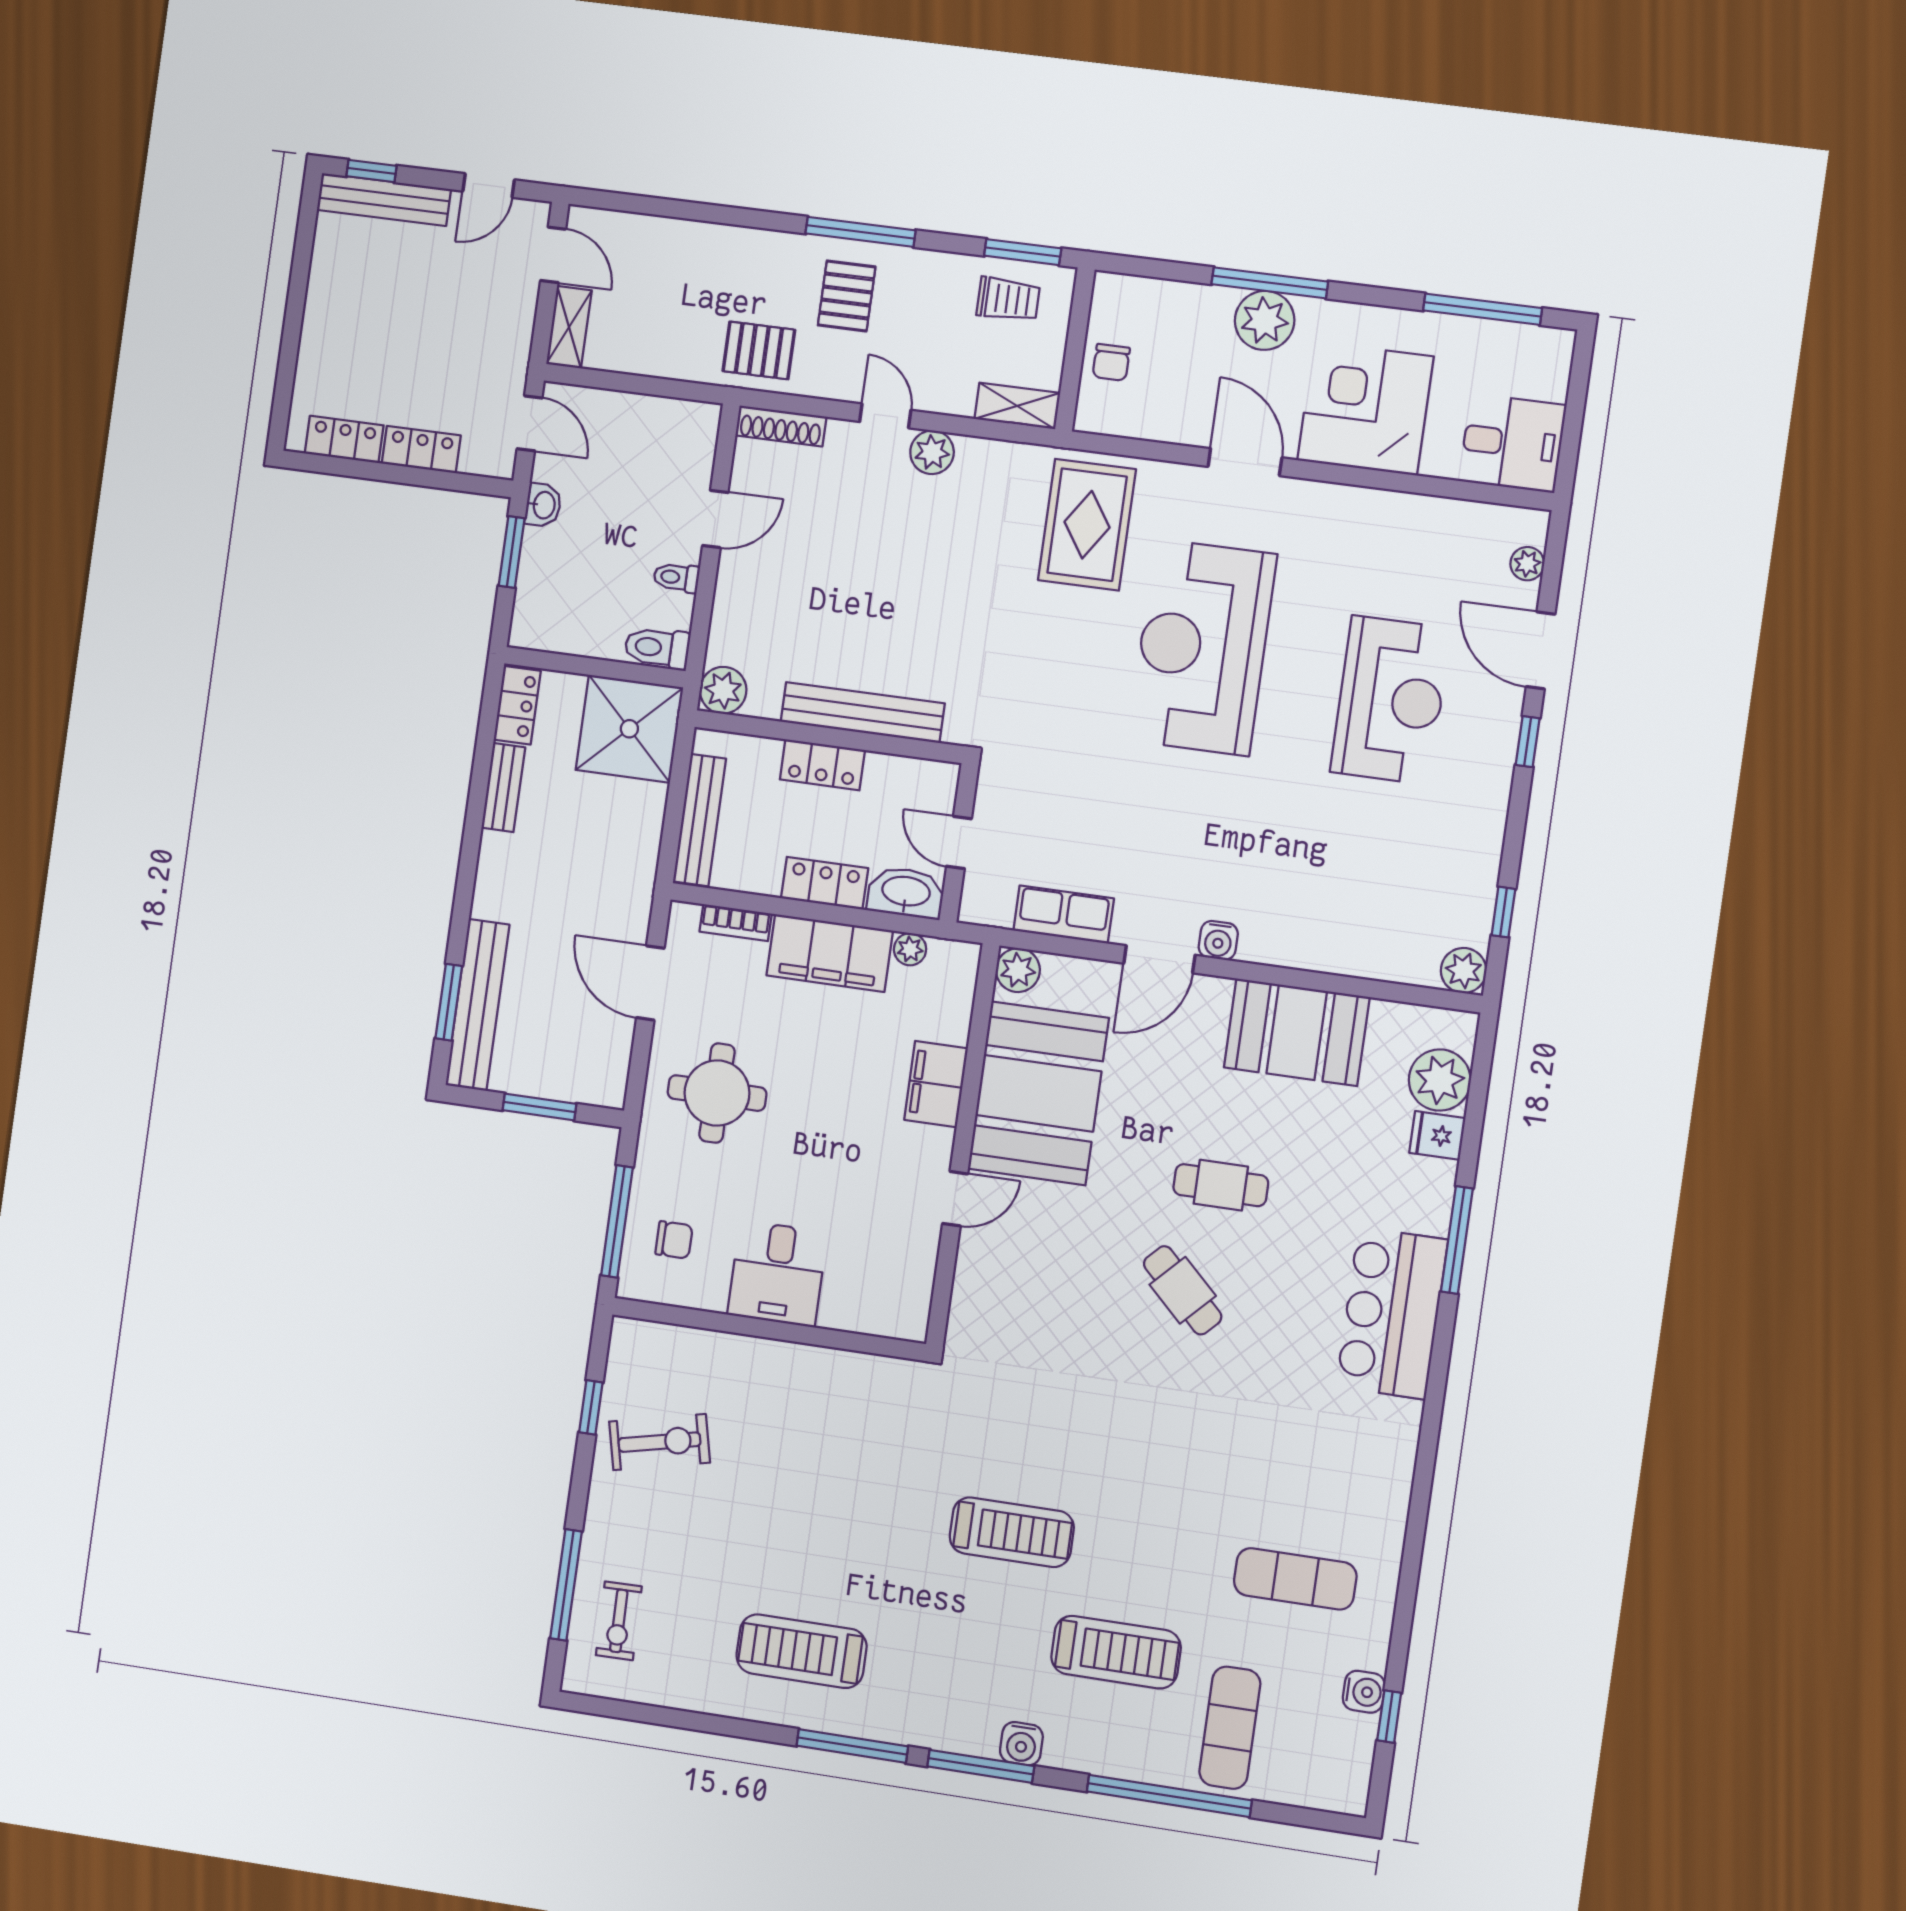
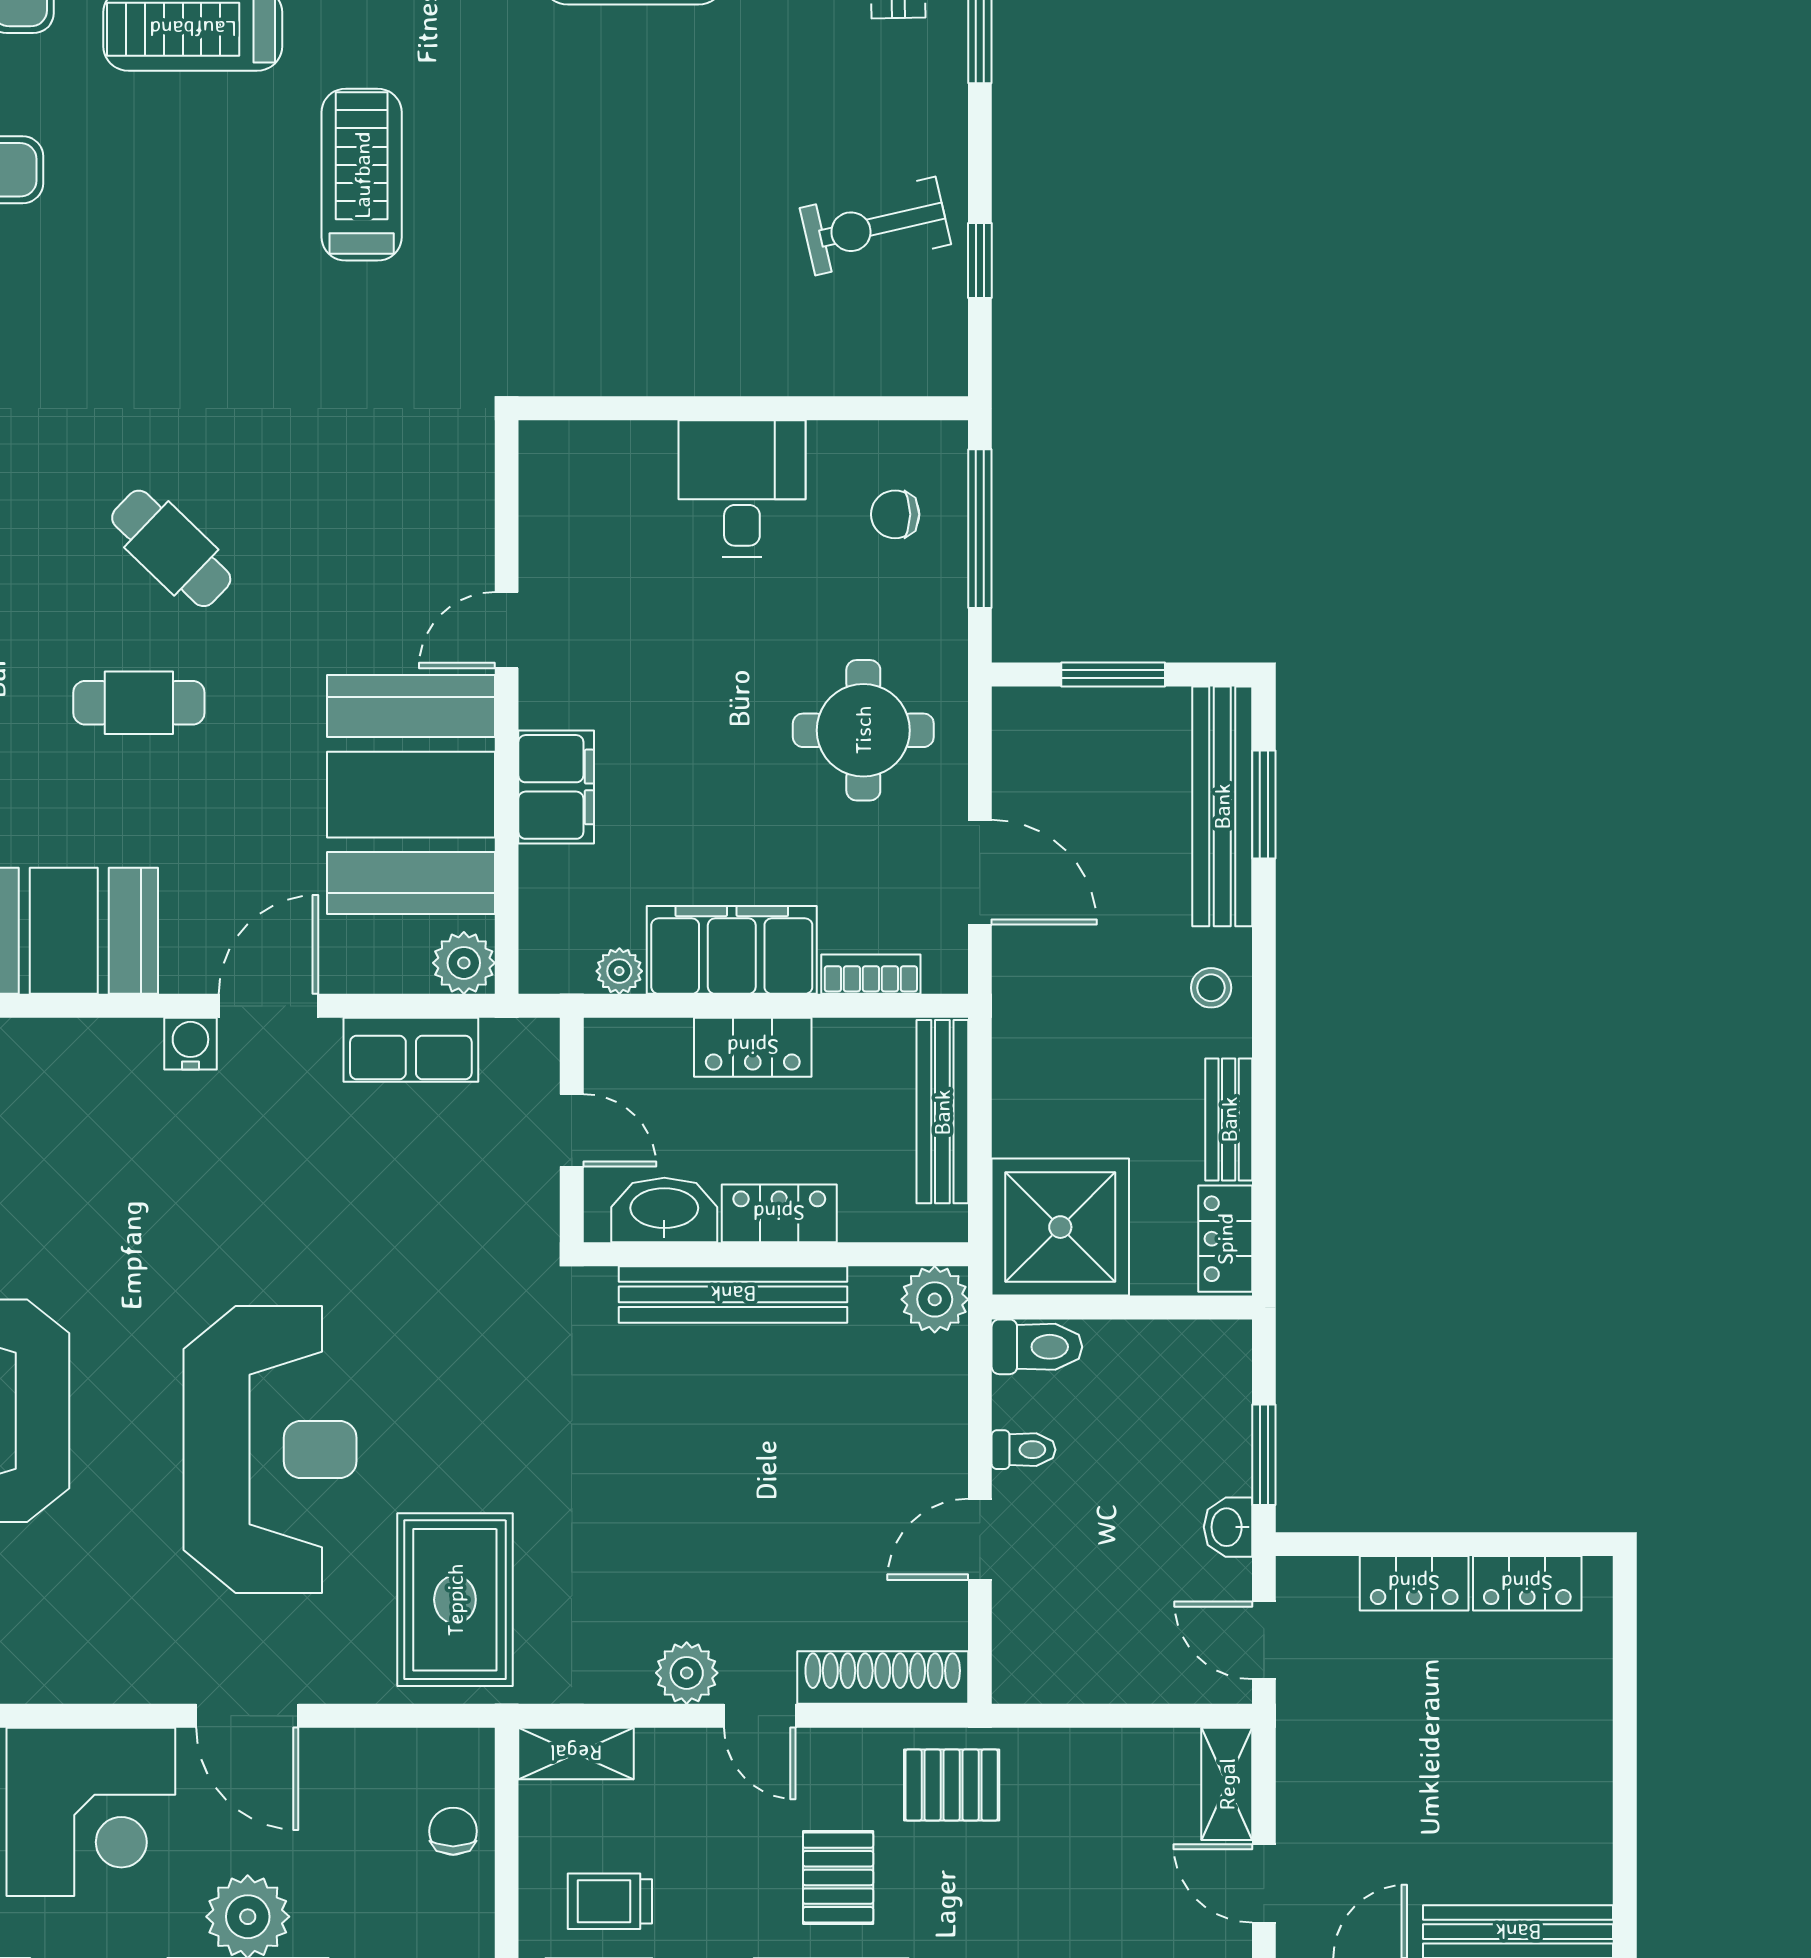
shoe rack: (781, 426) -> (883, 1677), width x1.36, depth x1.24
stool: (503, 880) -> (1211, 988), added
washbasin: (906, 892) -> (664, 1210), moved, turned 180
treadmill: (1012, 1532) -> (362, 175), turned 90

